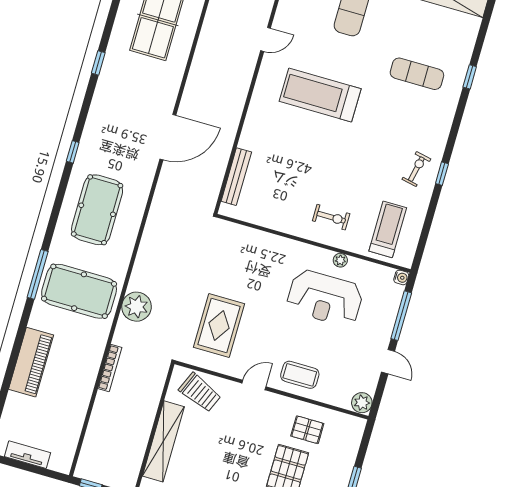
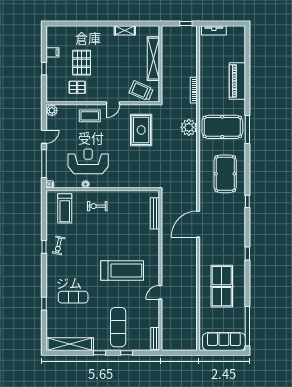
door: (388, 362) -> (44, 137), swing flipped
tv unit: (28, 455) -> (214, 30), moved

